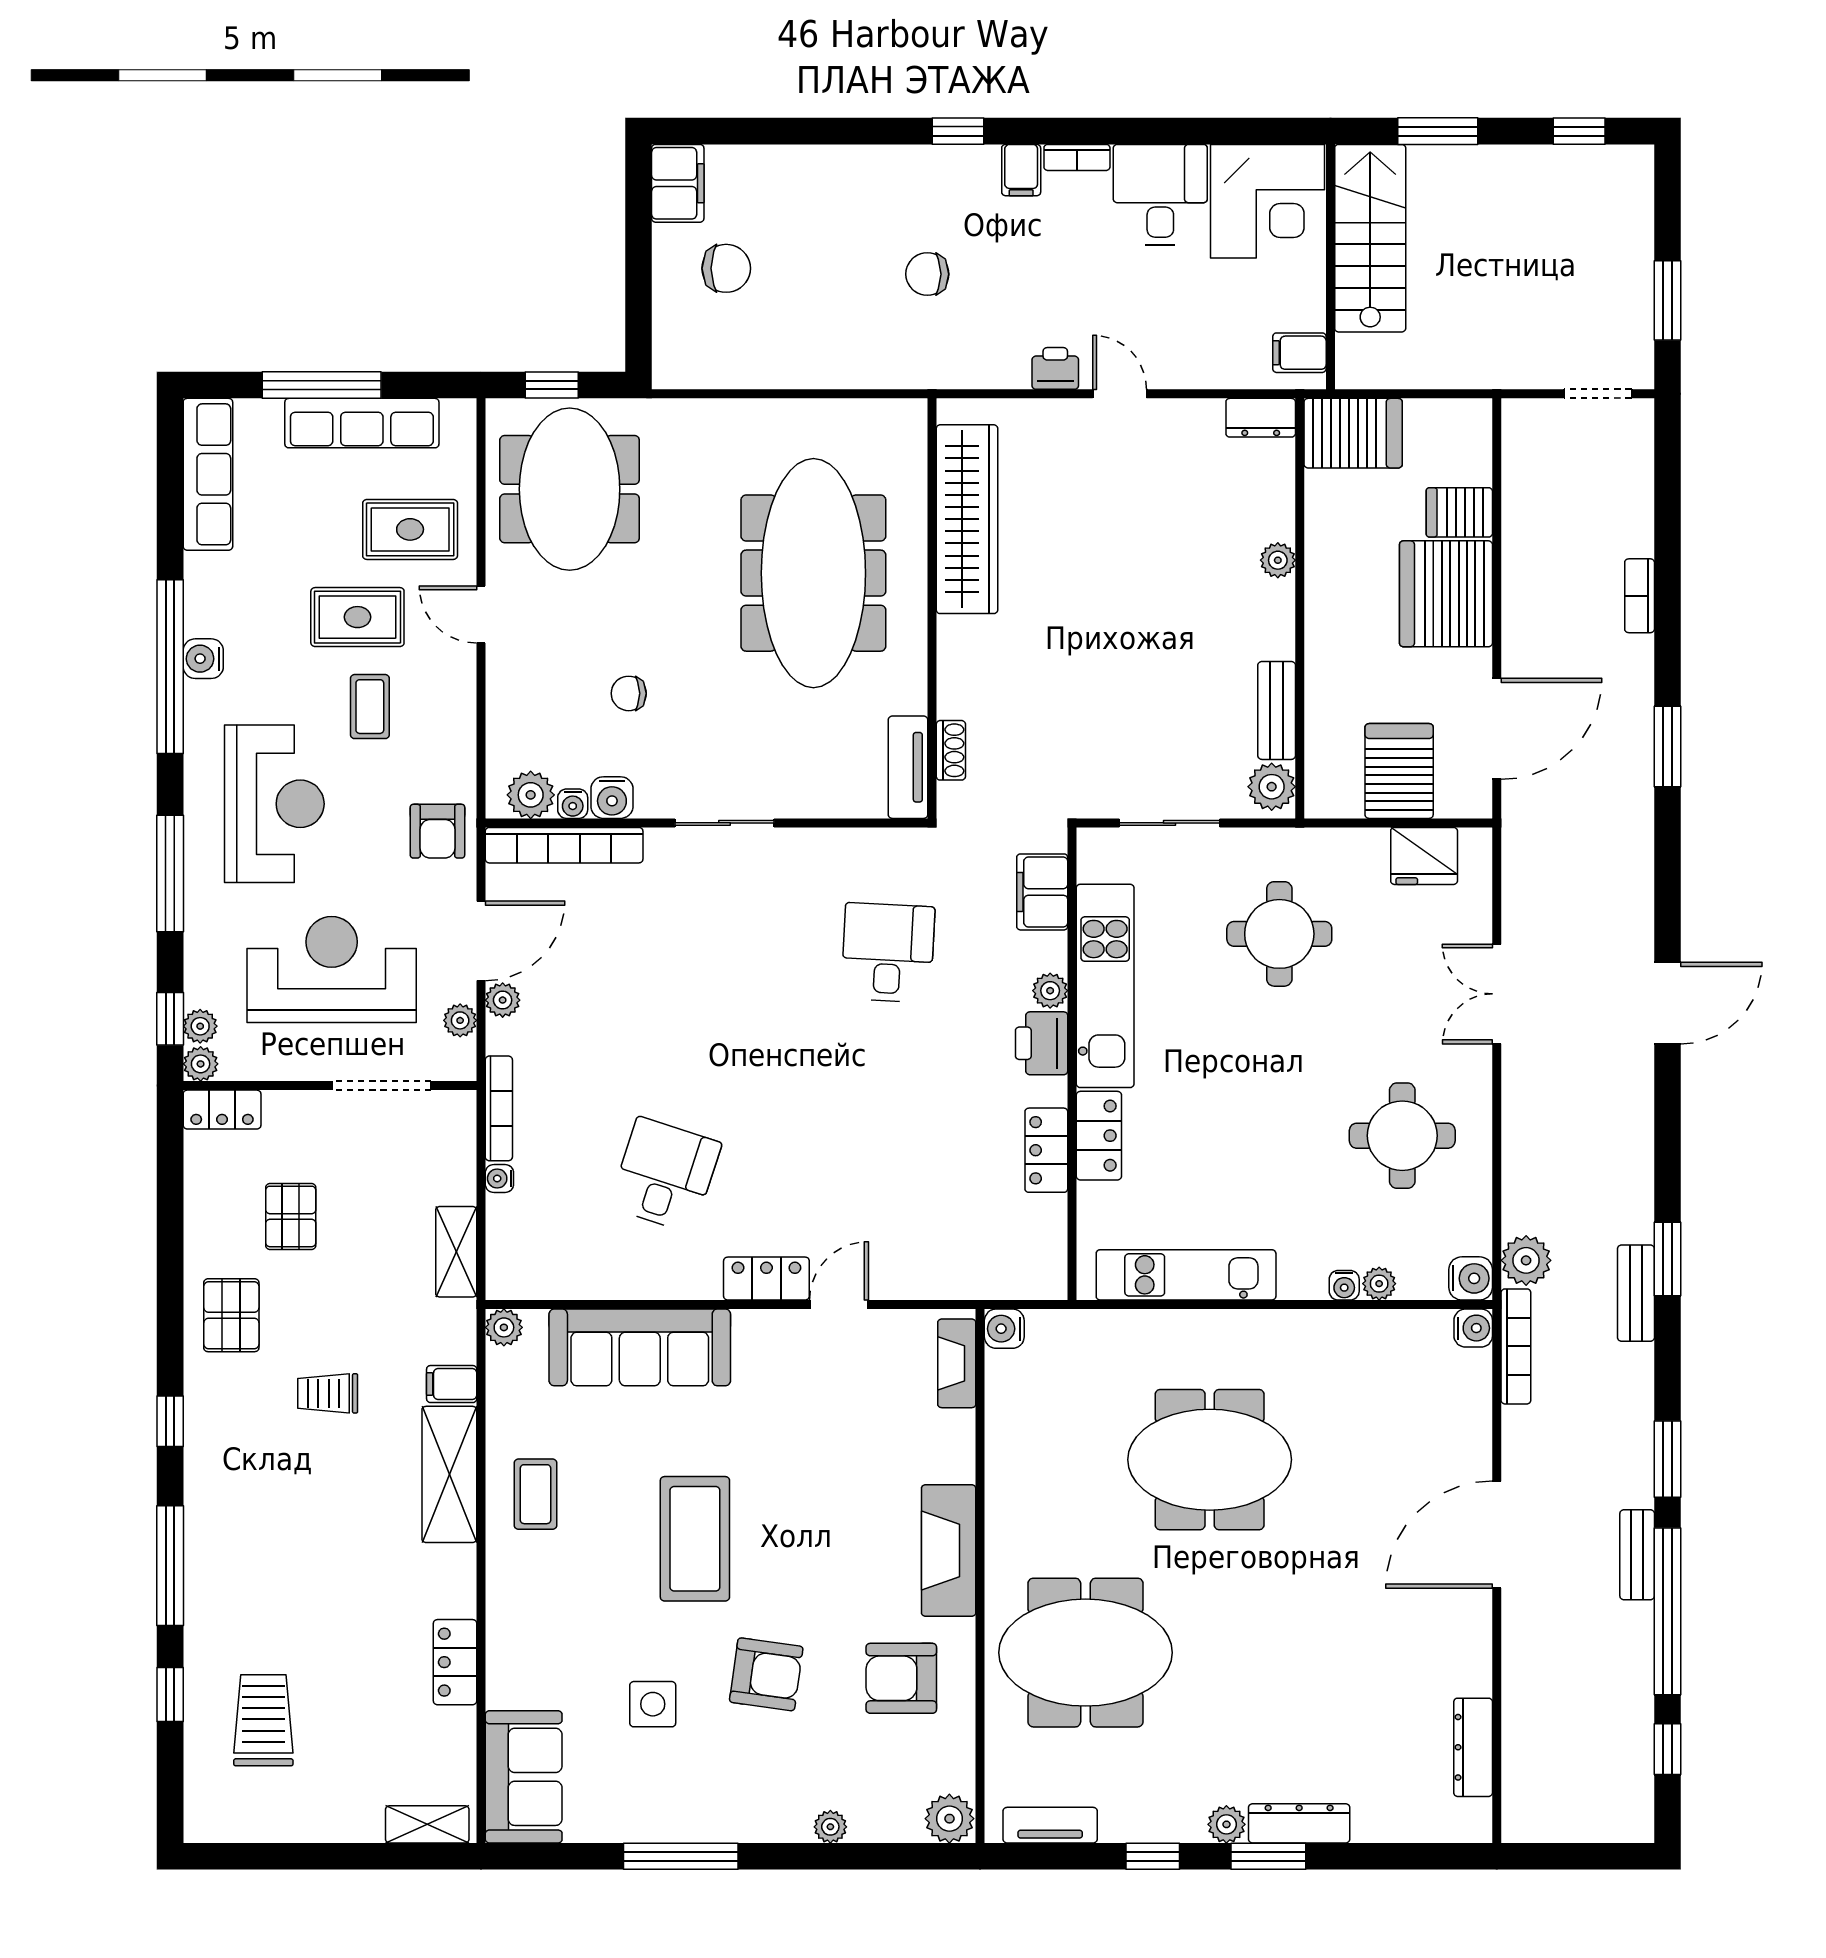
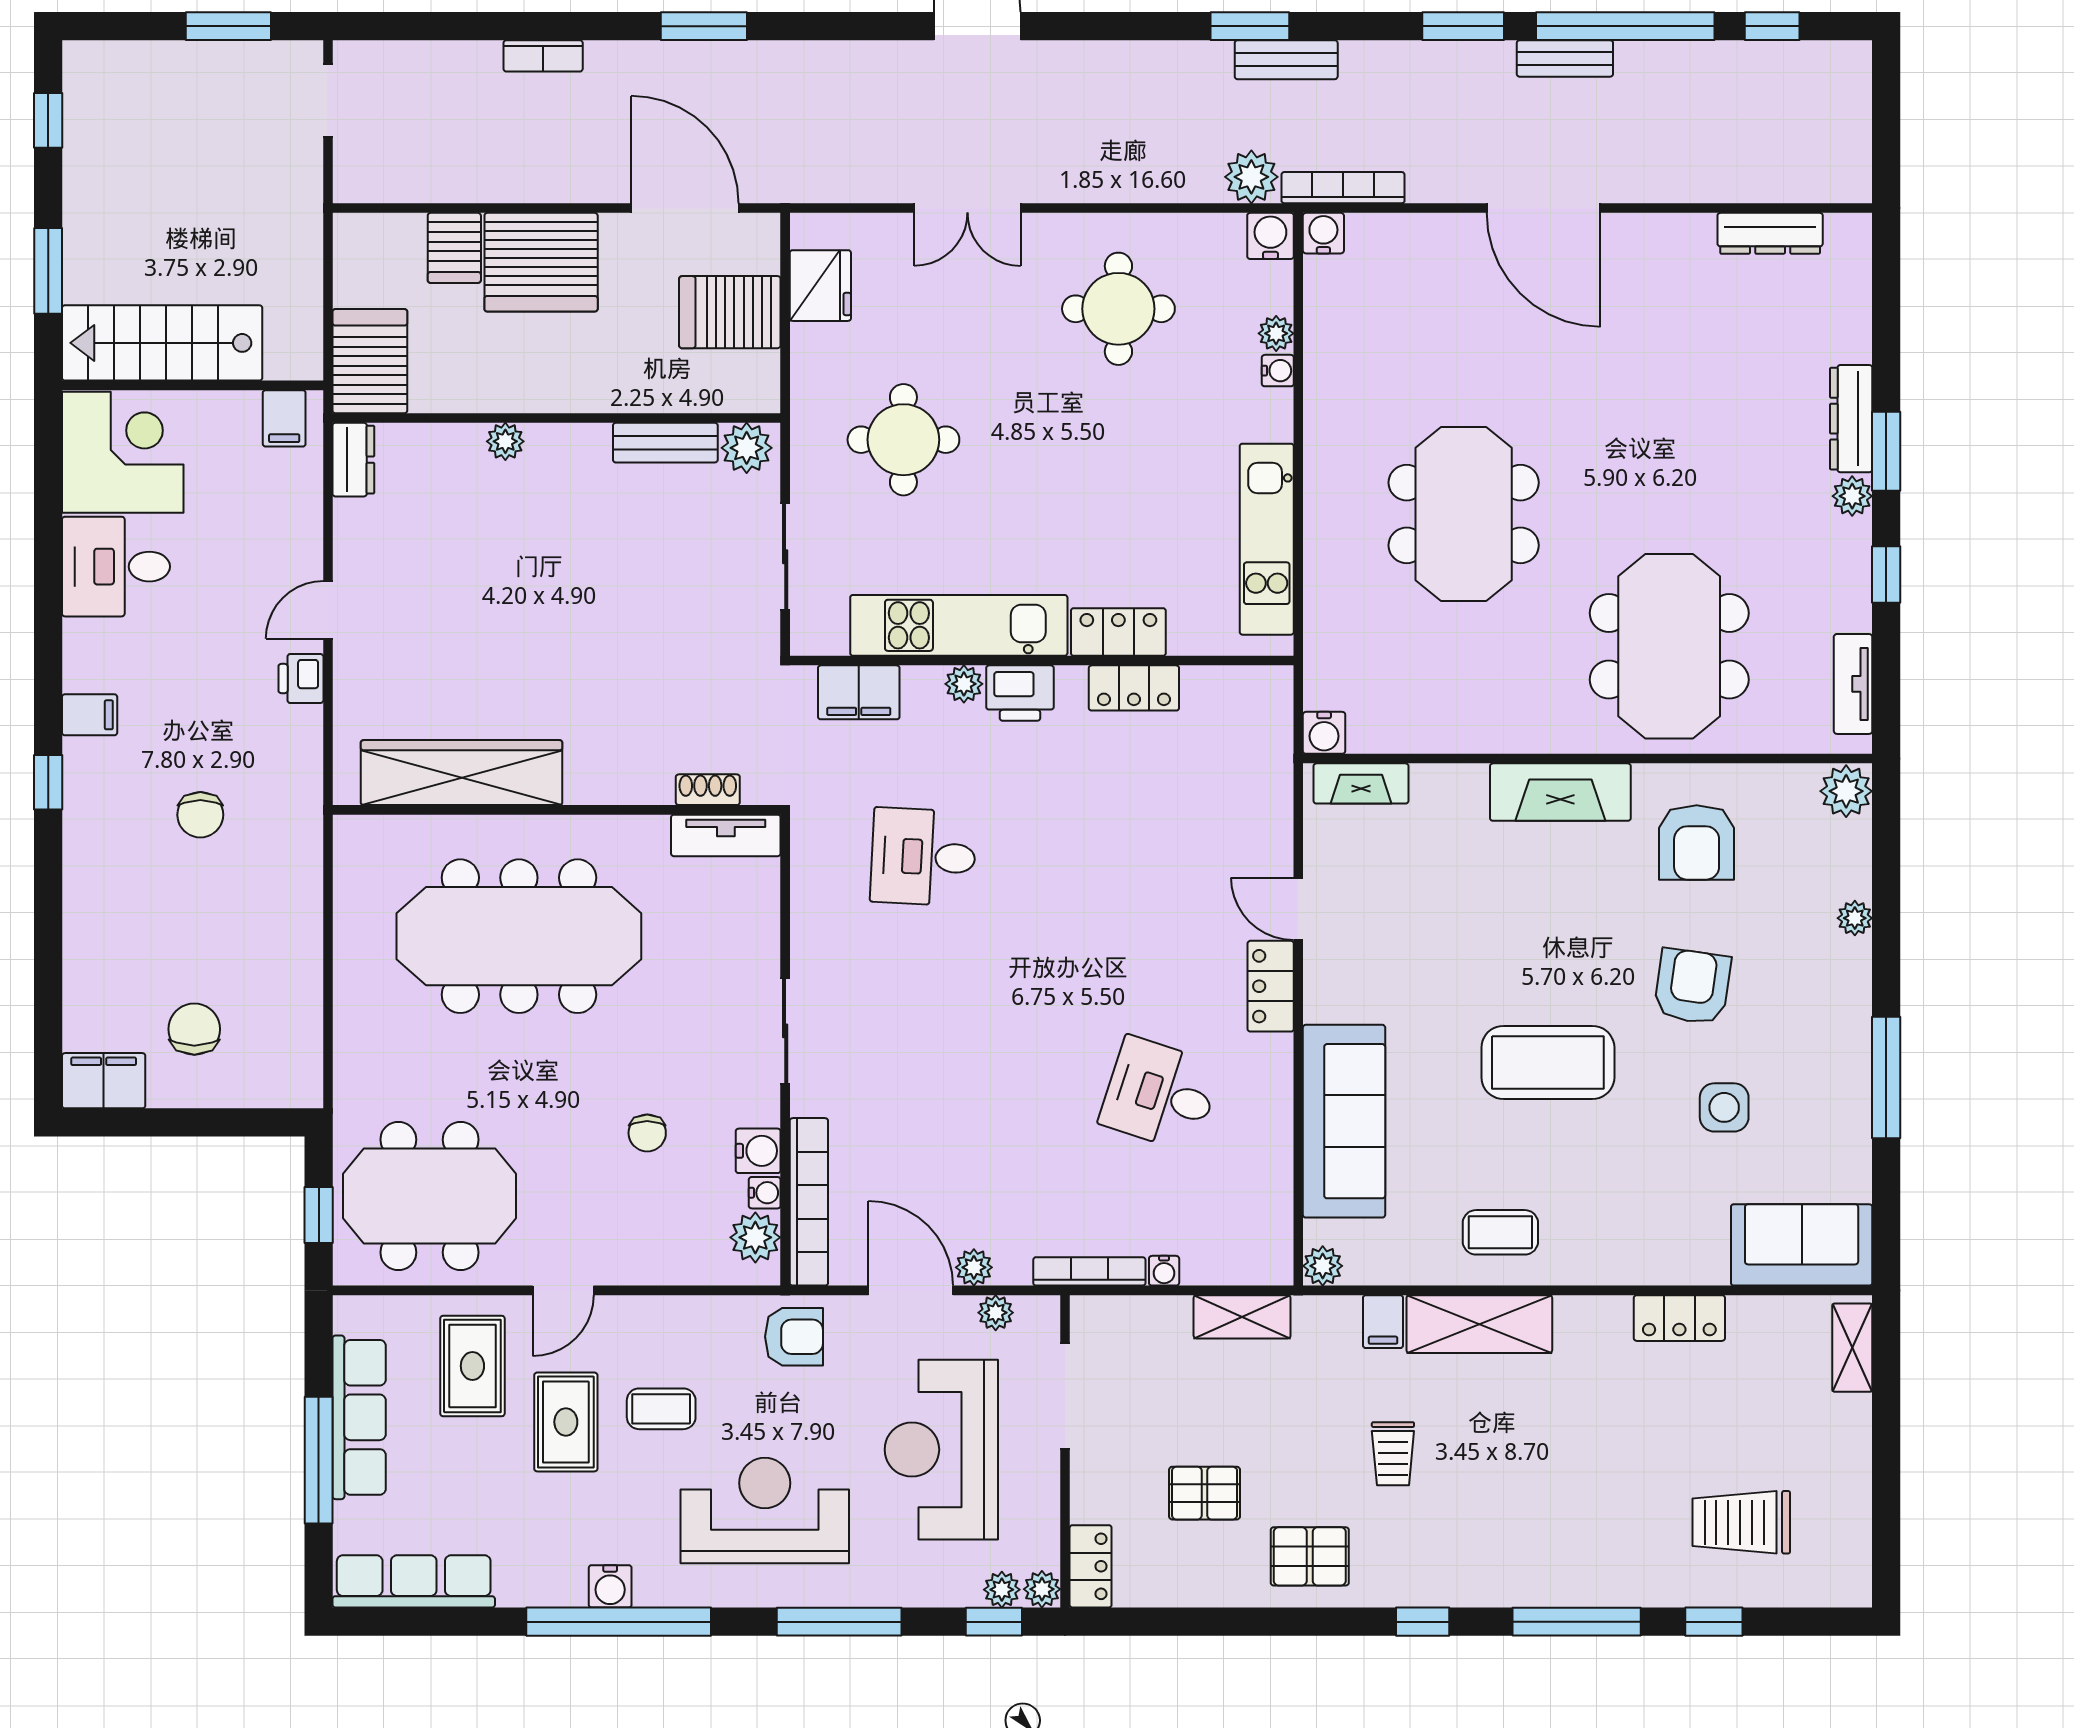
bookcase: (1077, 157) -> (76, 655), removed

